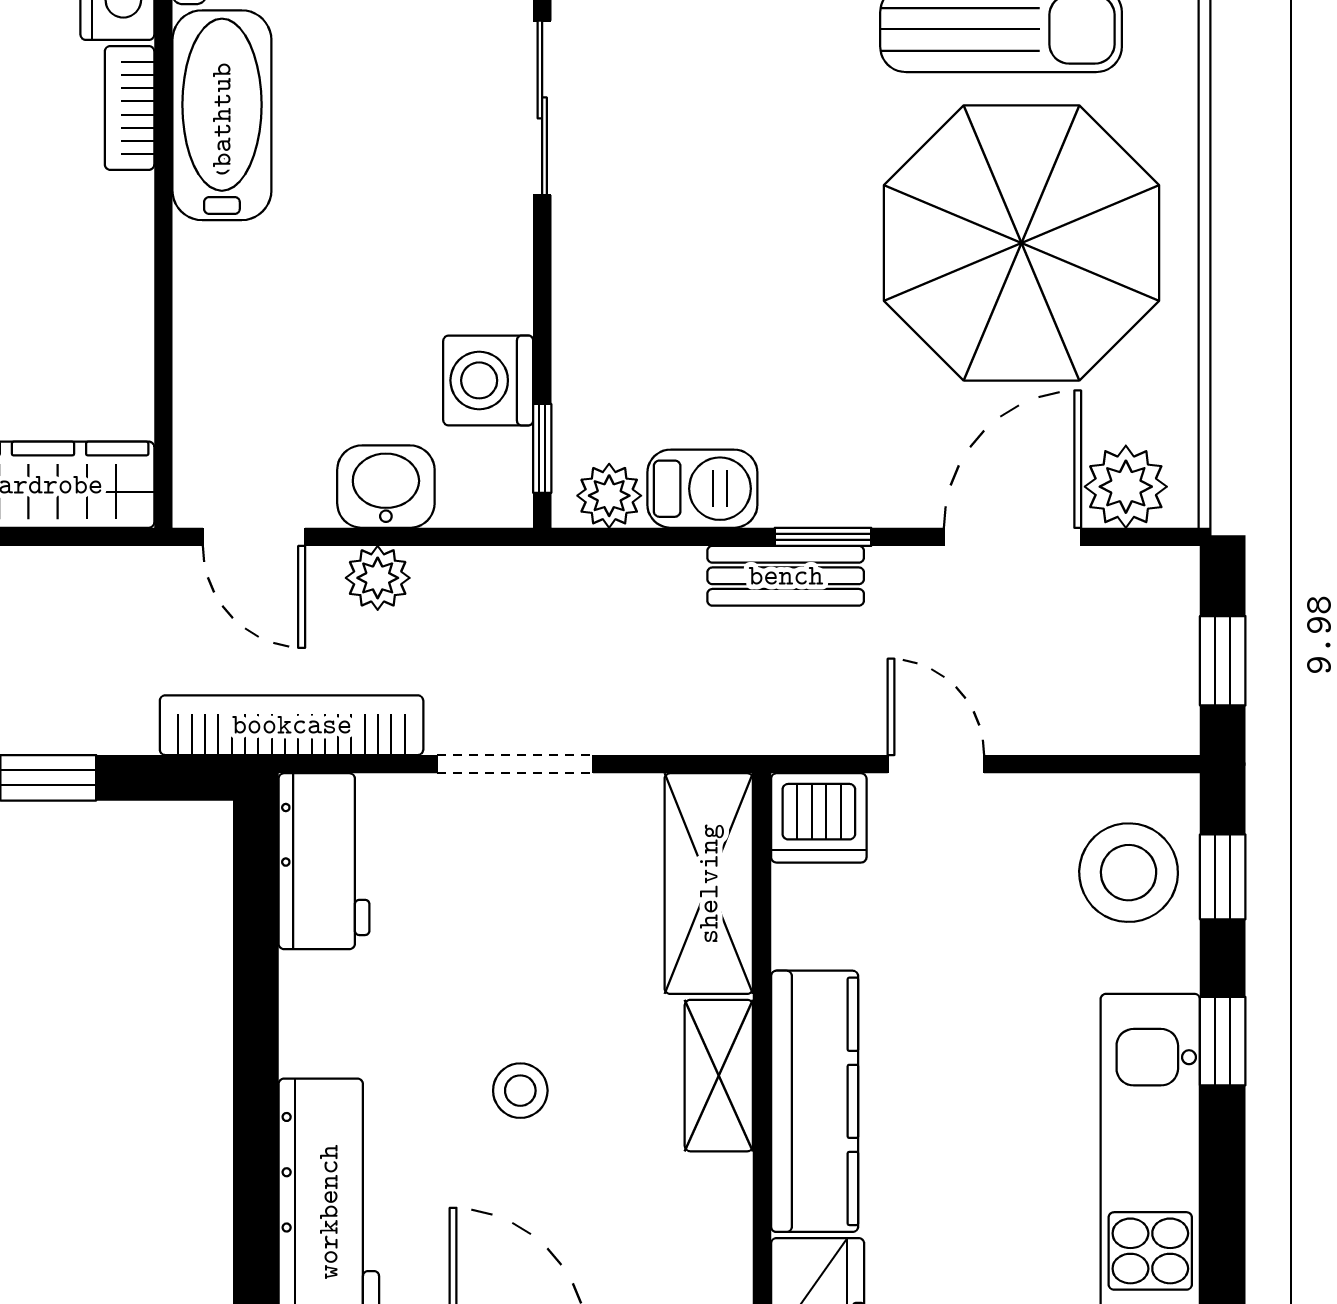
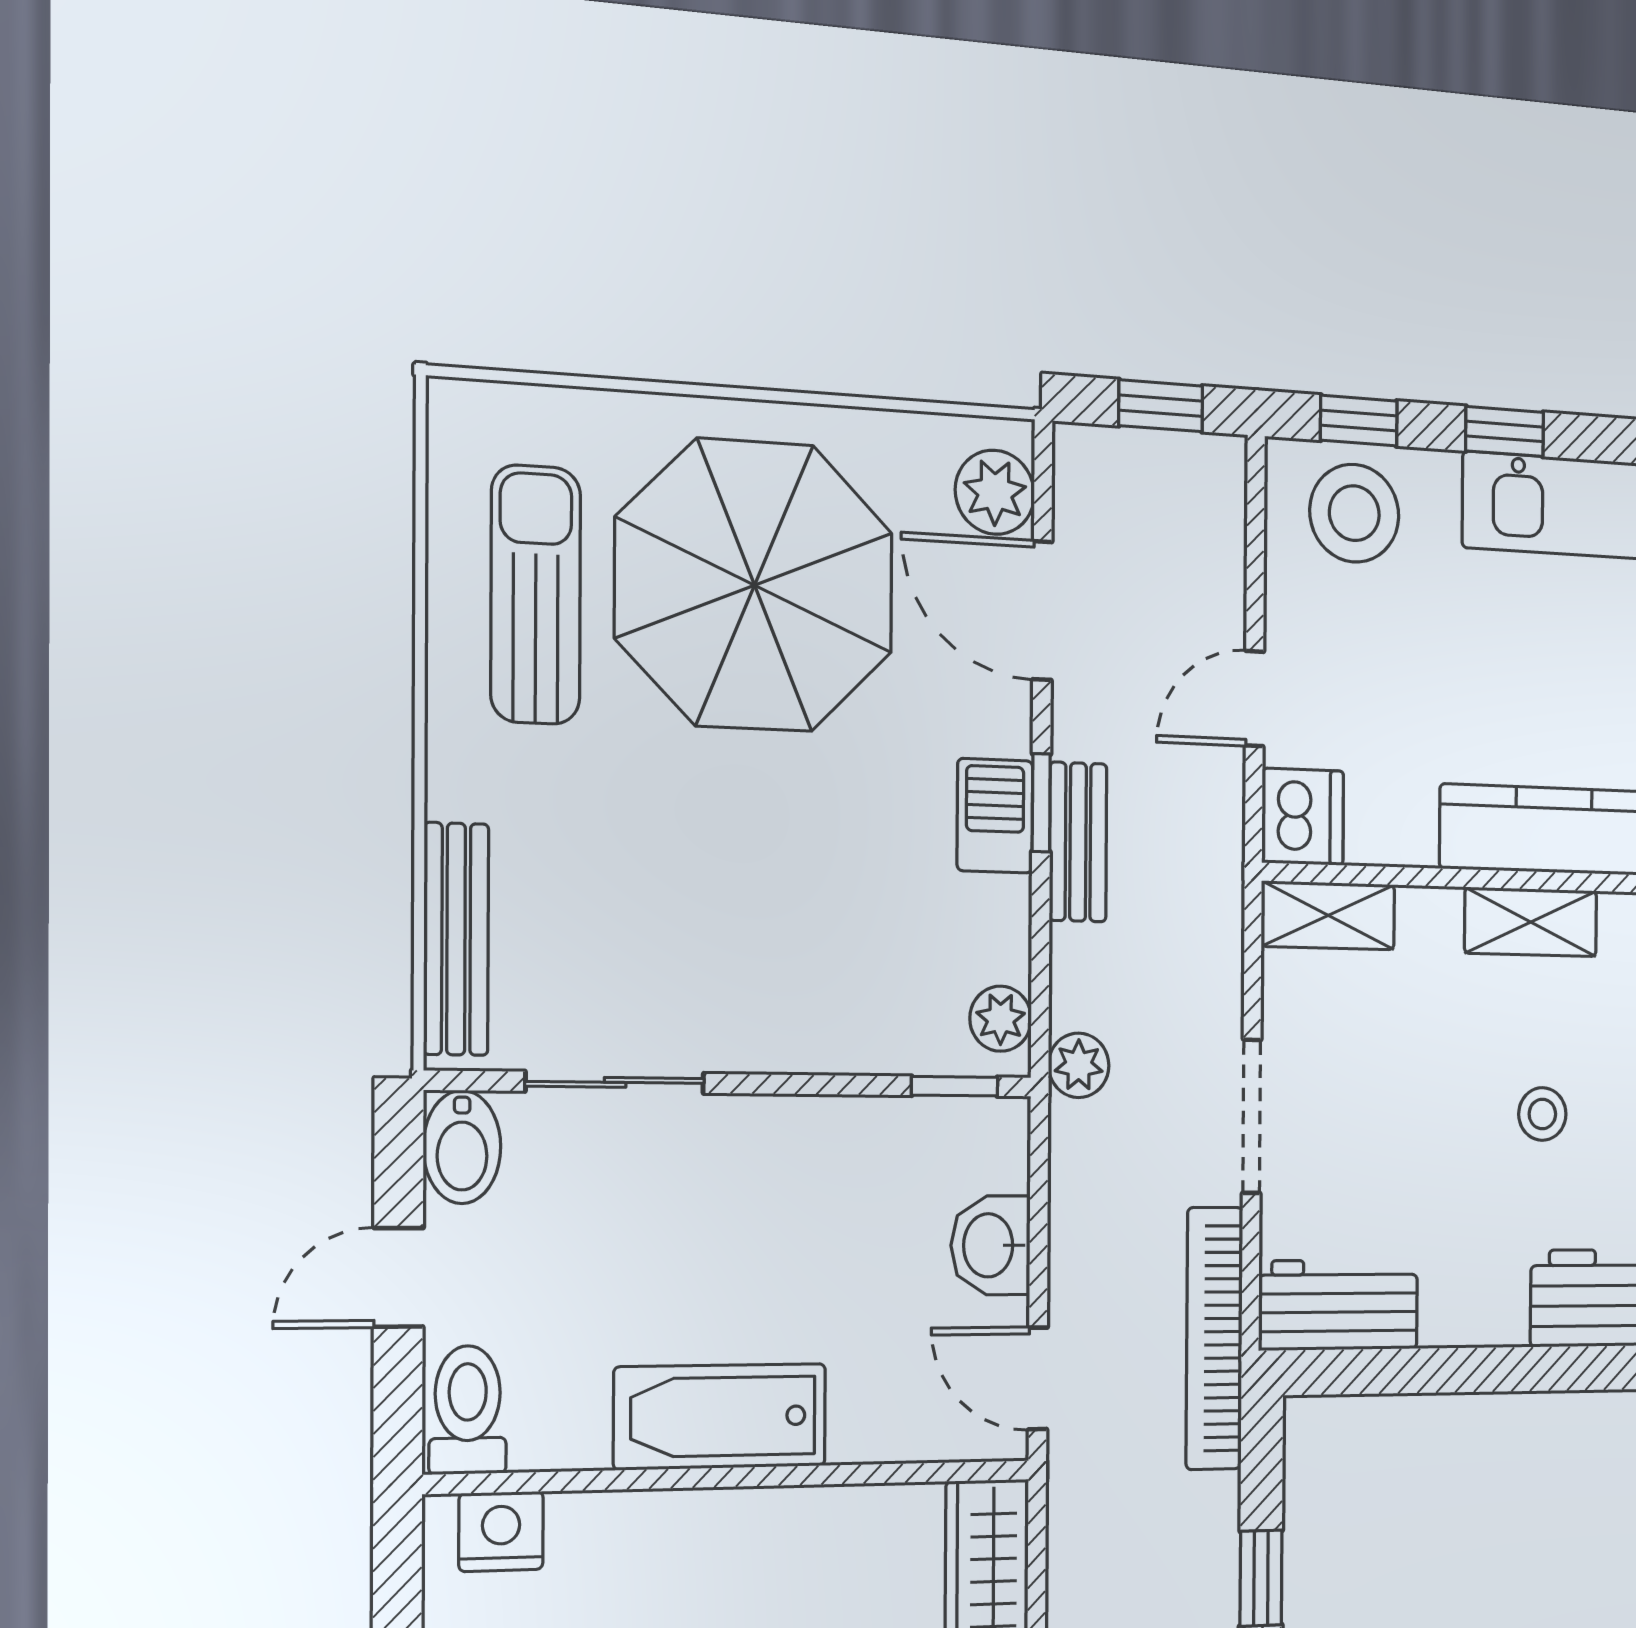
bookcase: (130, 108) -> (613, 1515), removed
bathtub: (222, 115) -> (720, 1417), moved
washing machine: (488, 380) -> (888, 1141), removed
barbecue: (702, 489) -> (995, 816), moved
door: (254, 537) -> (1038, 1378), swing flipped
plant: (378, 578) -> (1079, 1065), moved
shelving: (709, 884) -> (1328, 915), width x0.67, depth x0.75

